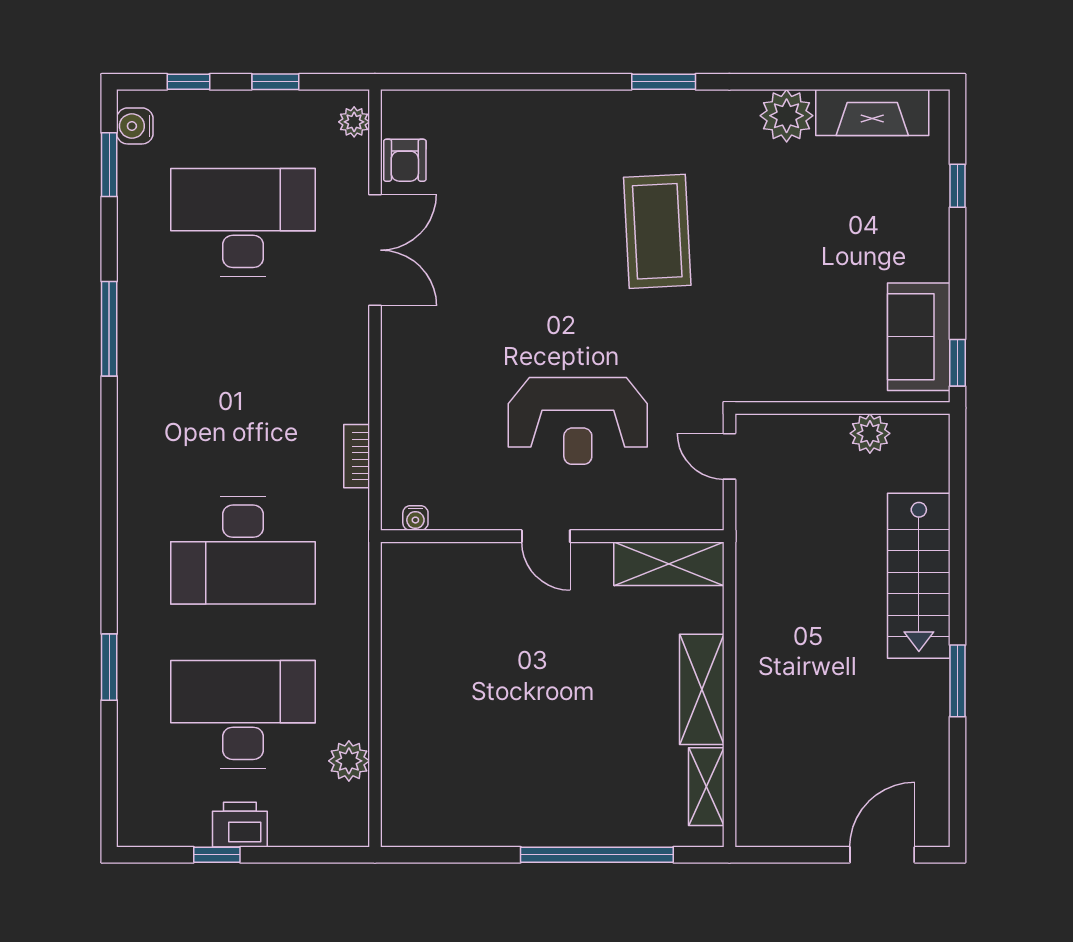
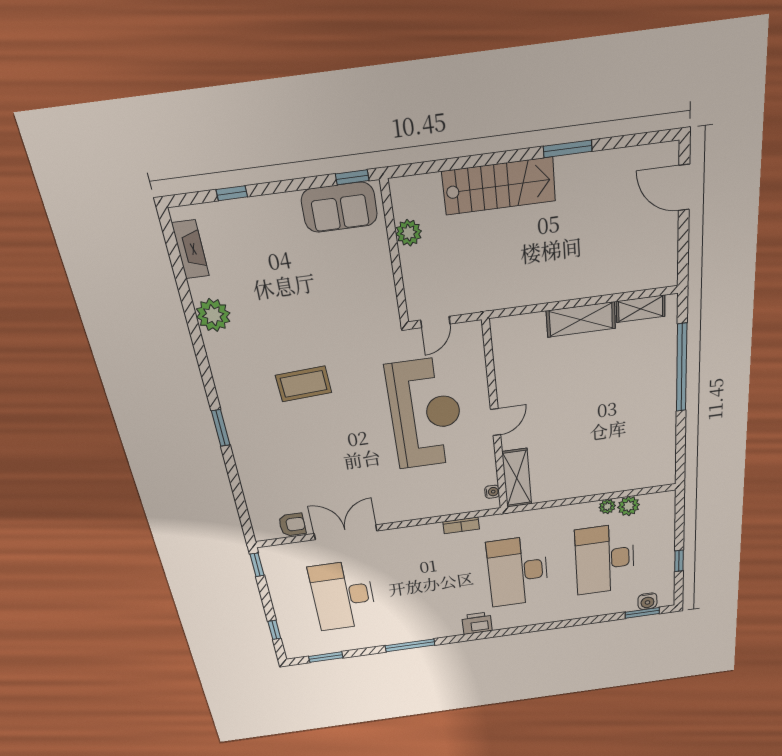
window: (275, 82) -> (257, 565), moved
window: (664, 82) -> (221, 428), moved
fireplace: (872, 113) -> (191, 249), width x0.73, depth x0.76
plant: (354, 122) -> (607, 506), moved
water cooler: (135, 126) -> (647, 601), moved
coffee table: (657, 231) -> (304, 384), width x0.73, depth x0.76
reception desk: (578, 421) -> (426, 414), width x1.36, depth x1.30
desk: (243, 550) -> (518, 571), turned 180
shelving: (669, 564) -> (517, 478), moved
window: (109, 667) -> (642, 613), moved
printer: (240, 825) -> (477, 623), moved, turned 90

